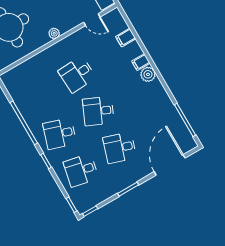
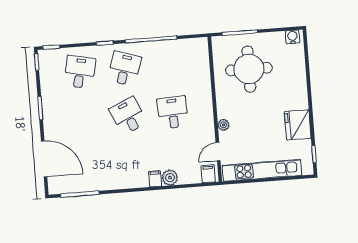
plant: (54, 33) -> (223, 125), moved
filing cabinet: (126, 38) -> (208, 174), moved
plant: (148, 74) -> (170, 178), moved
desk: (98, 111) -> (128, 116), turned -48
desk: (120, 148) -> (83, 119), removed

